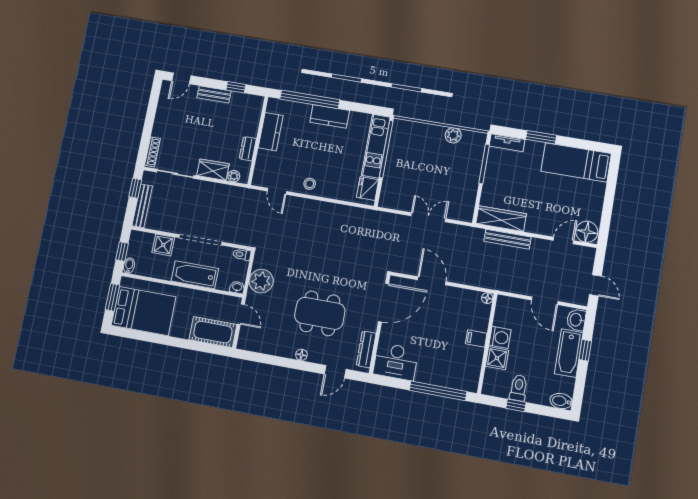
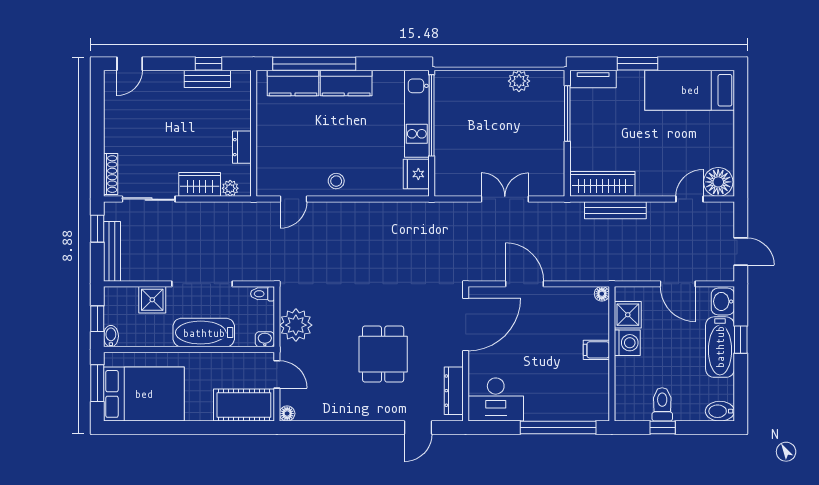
bench: (214, 94) -> (207, 79), moved
kitchen counter: (271, 132) -> (293, 83), moved, turned 90
door: (277, 191) -> (293, 199), hinge flipped
dining table: (320, 313) -> (383, 354), width x0.73
floor lamp: (301, 355) -> (287, 413), moved
shower: (497, 358) -> (628, 315), moved

